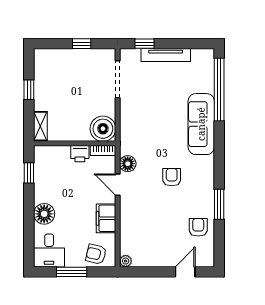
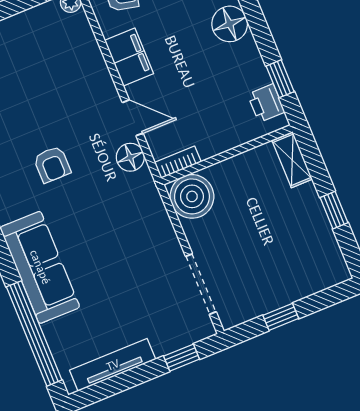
tv unit: (166, 55) -> (113, 365), moved
printer: (80, 154) -> (266, 103), moved, turned -90

